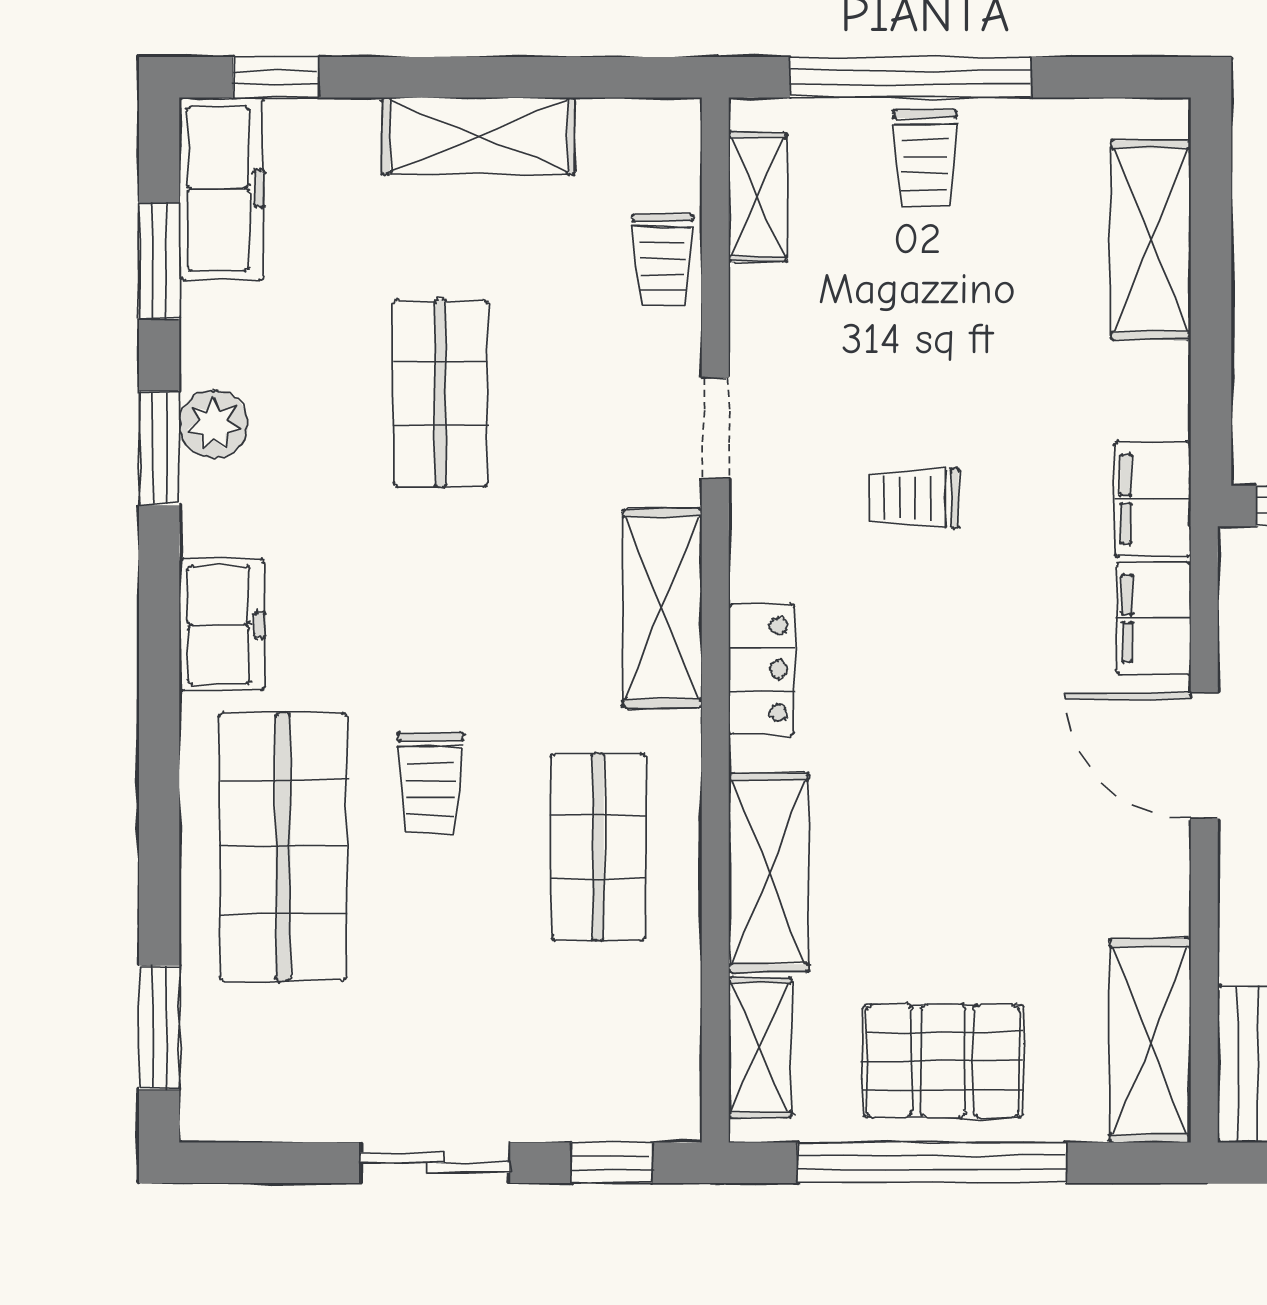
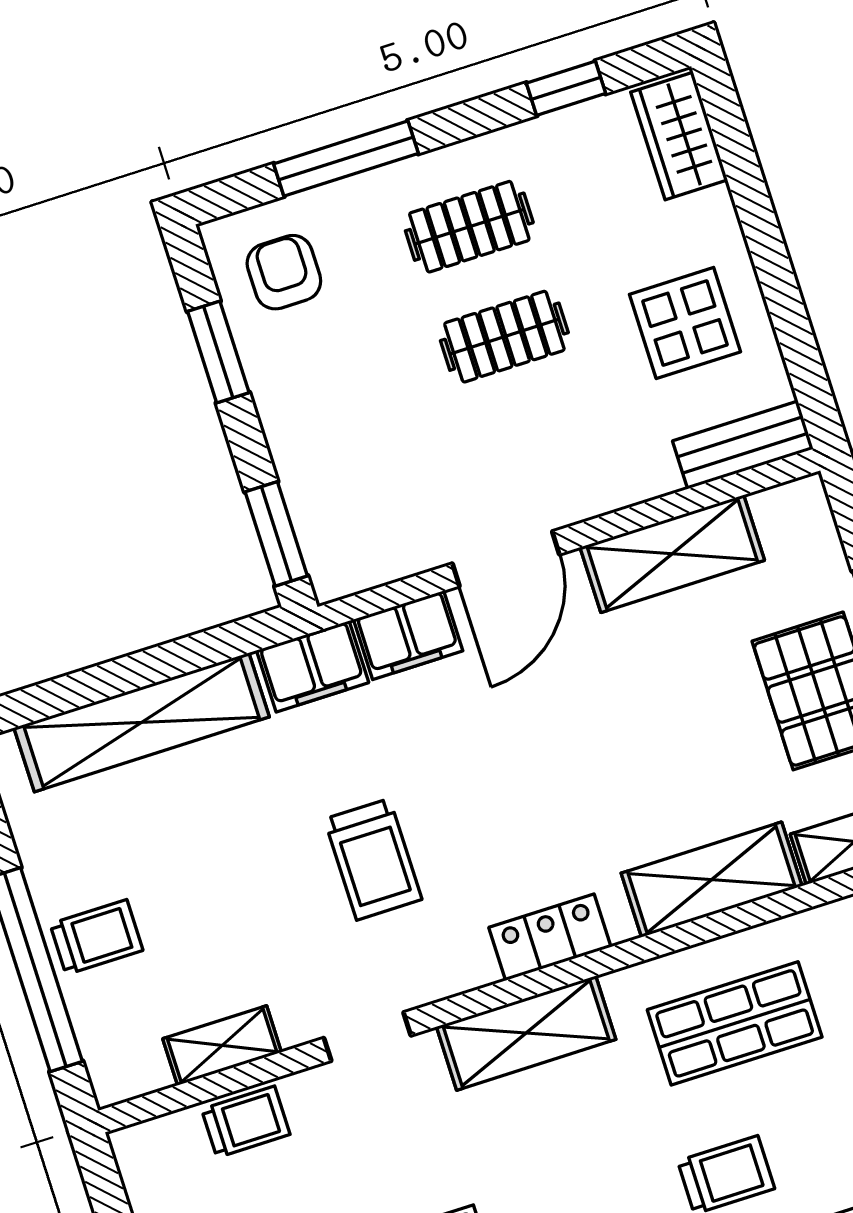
shelving: (758, 197) -> (222, 1045), moved
shelving: (1151, 240) -> (142, 722), width x1.47
trolley: (913, 498) -> (373, 859), width x1.36, depth x1.39
shelving: (1150, 1041) -> (672, 554), moved

